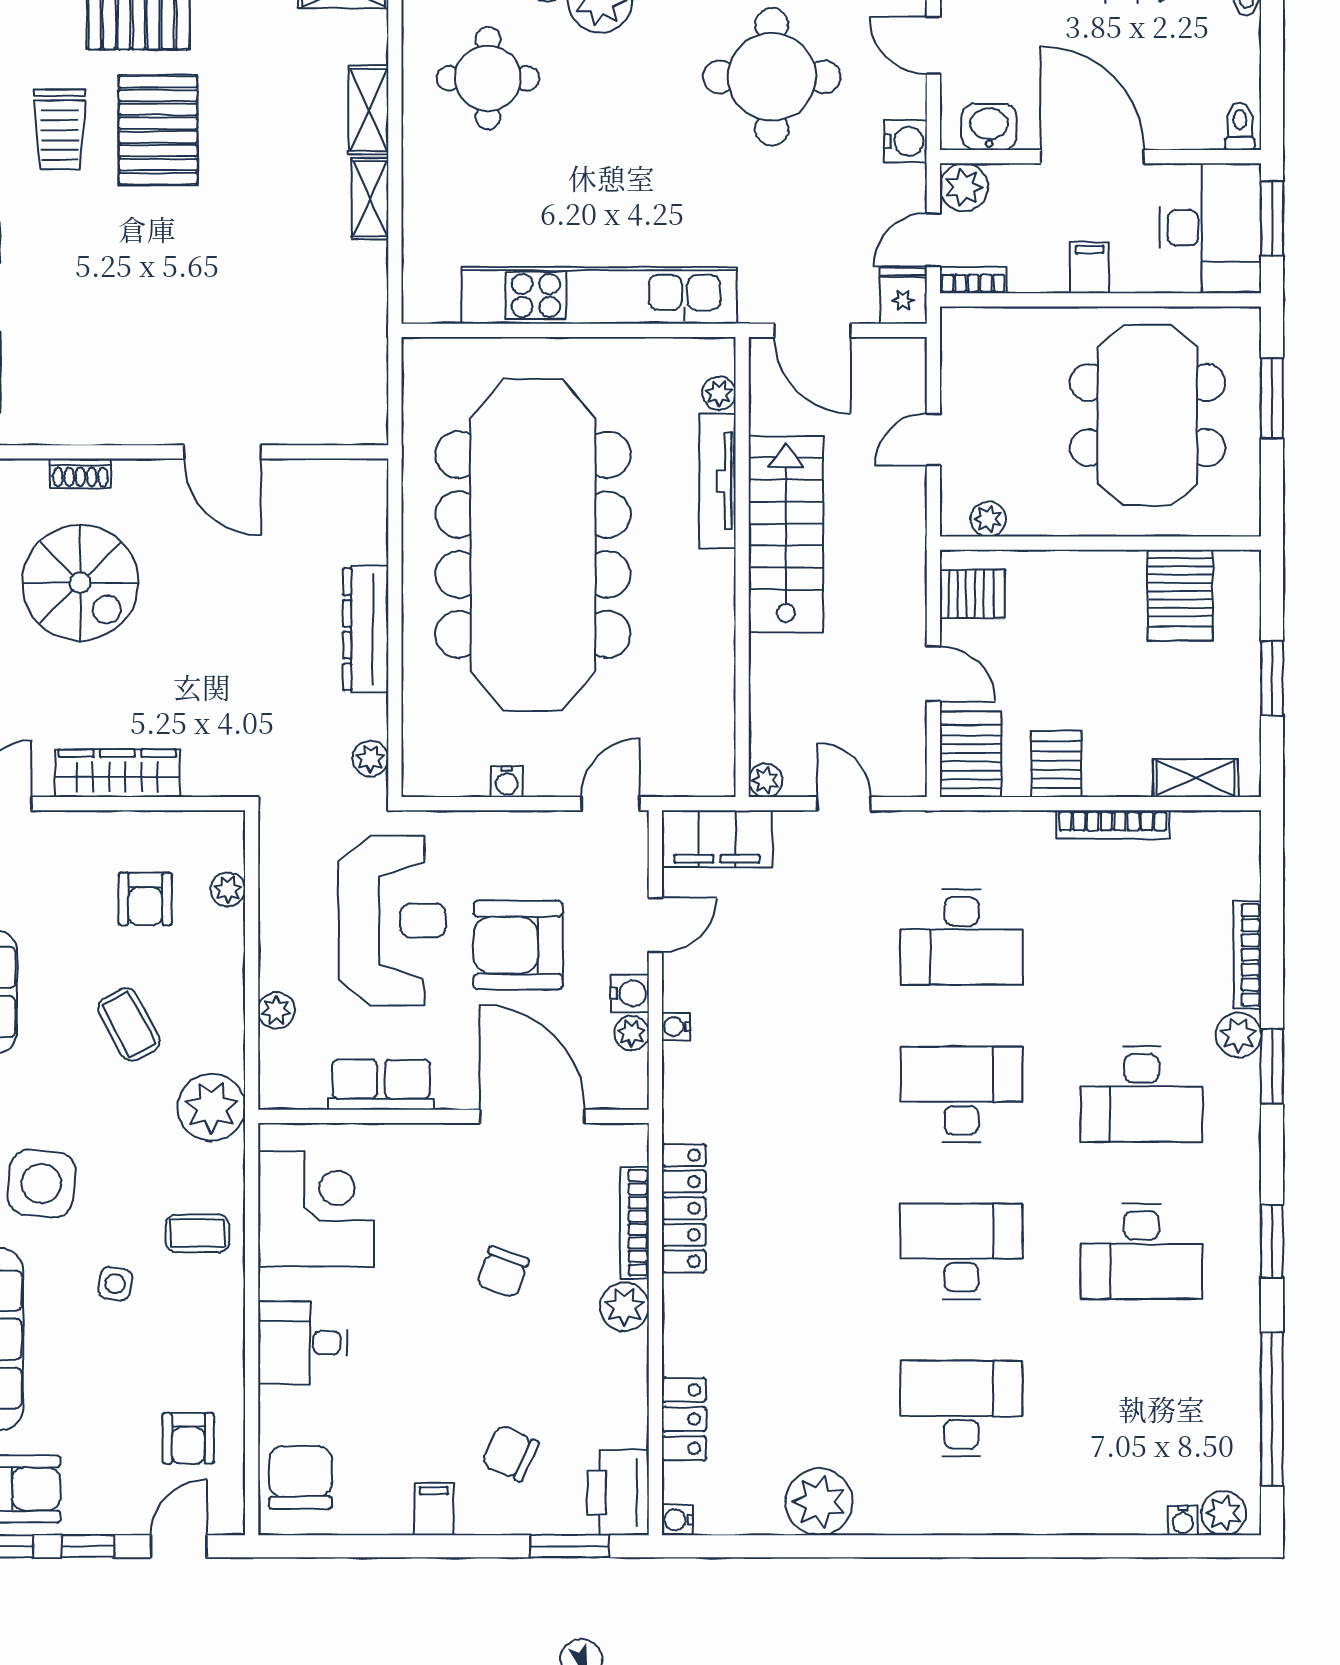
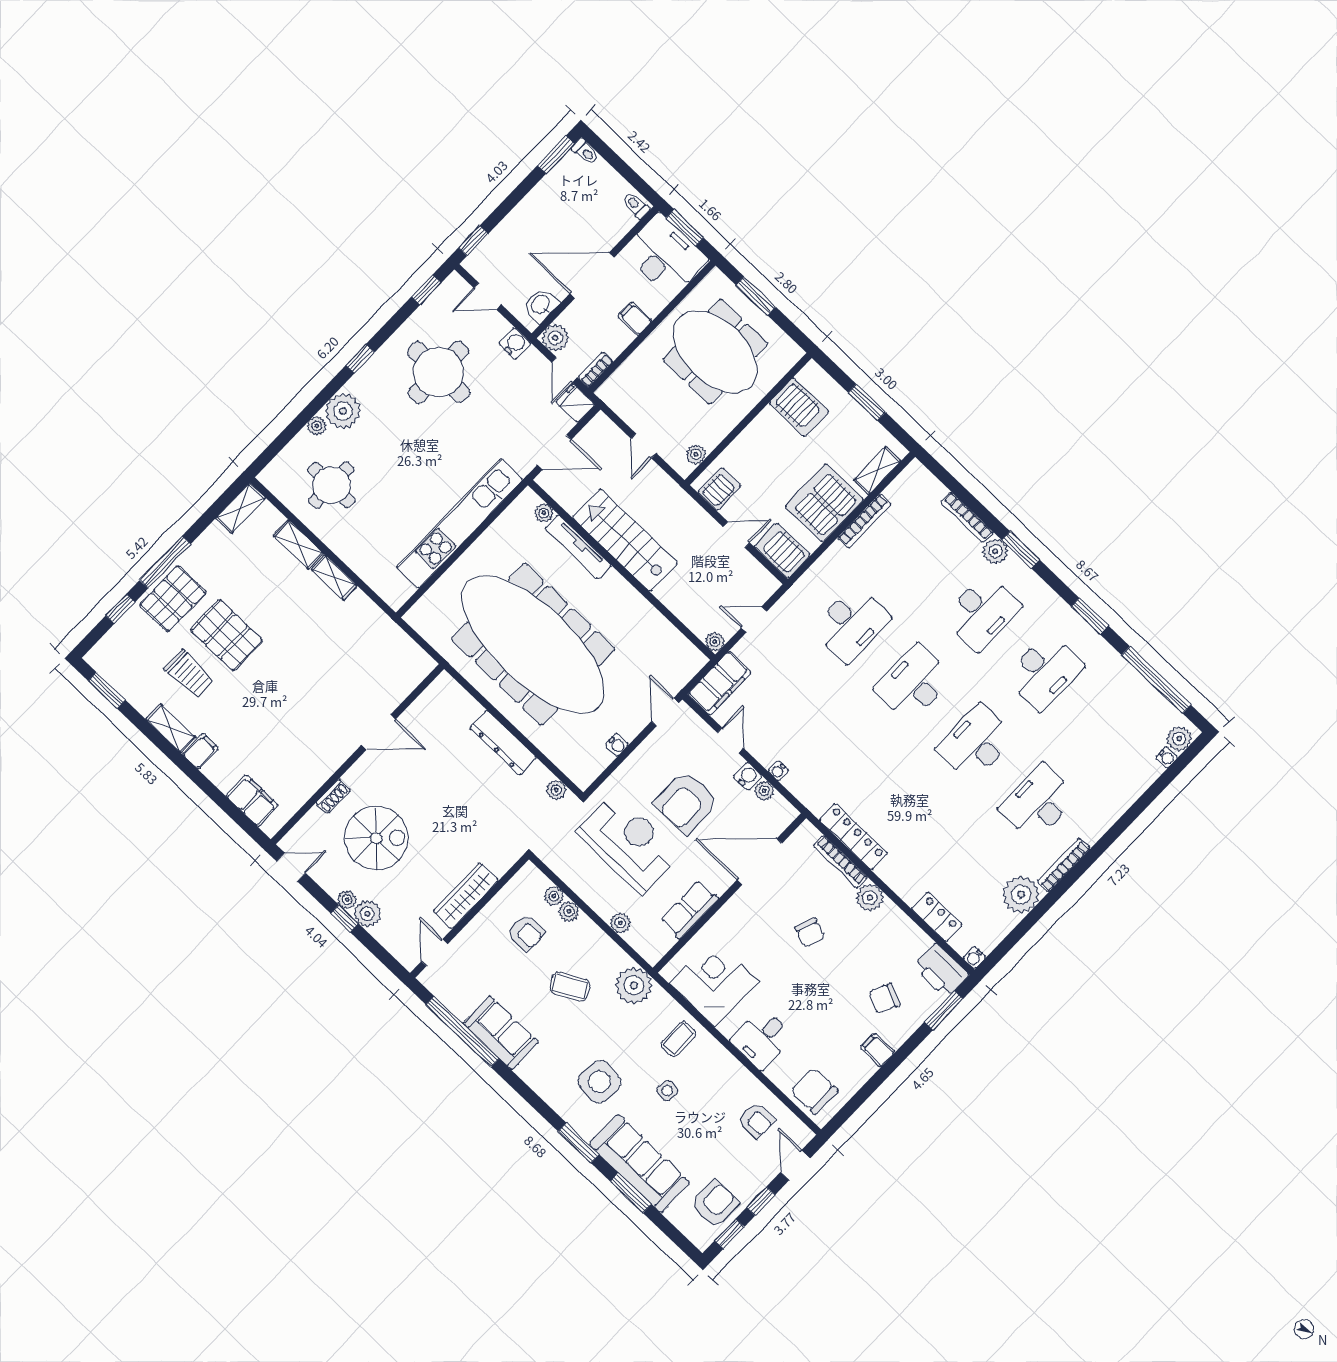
server rack: (1056, 764) -> (824, 503), width x2.18, depth x1.44
plant: (227, 928) -> (569, 911), added
bookcase: (912, 1521) -> (1064, 865), added

